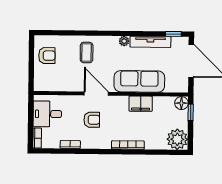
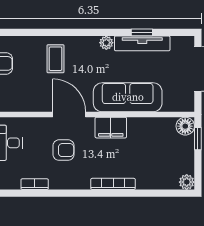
window: (173, 34) -> (142, 32), moved
filing cabinet: (141, 104) -> (111, 128), moved
plant: (177, 139) -> (187, 182), width x0.53, depth x0.53

